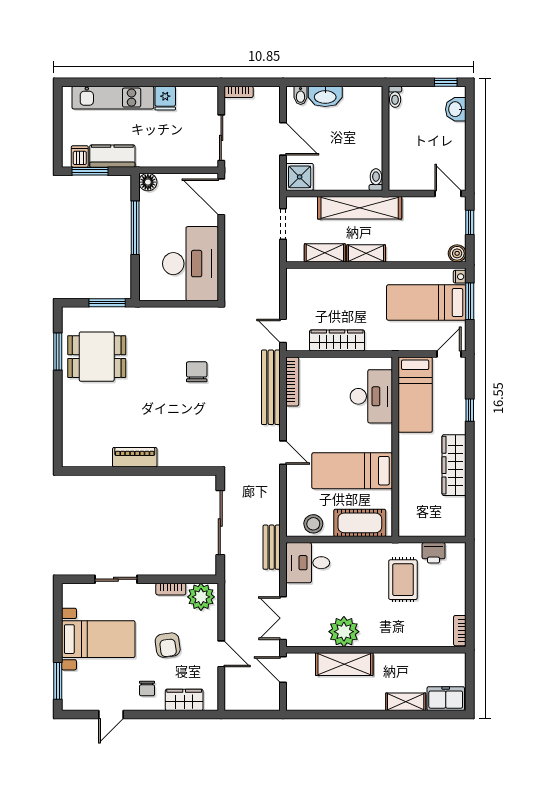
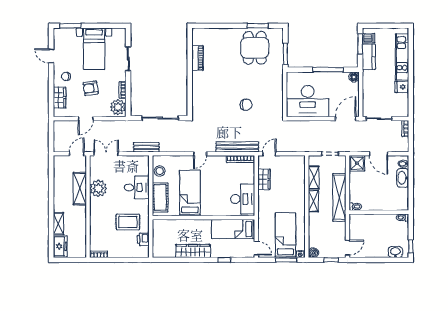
door: (283, 139) -> (379, 154), hinge flipped
wardrobe: (337, 340) -> (264, 179), width x0.67
desk: (371, 396) -> (243, 199), moved, turned -90
piano: (135, 457) -> (198, 58), moved
desk: (308, 563) -> (137, 187), moved, turned 90

